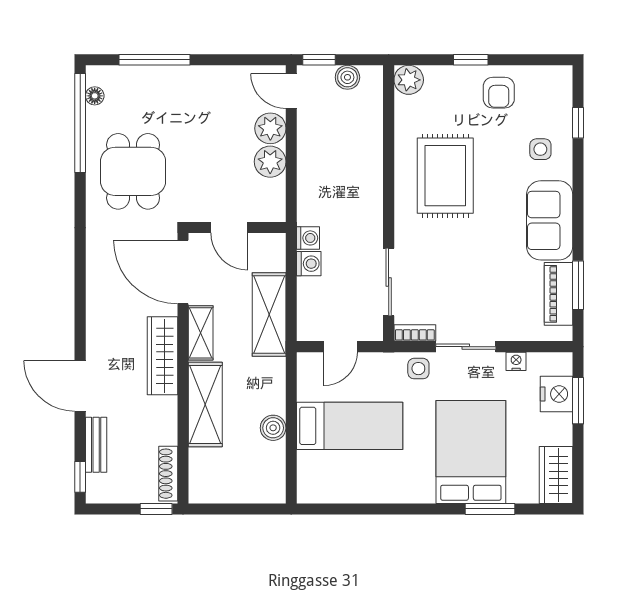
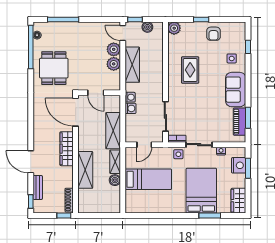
shelving: (313, 163) -> (132, 65), added
rug: (445, 176) -> (190, 70), width x0.73, depth x0.70
shelving: (201, 333) -> (115, 162), moved

